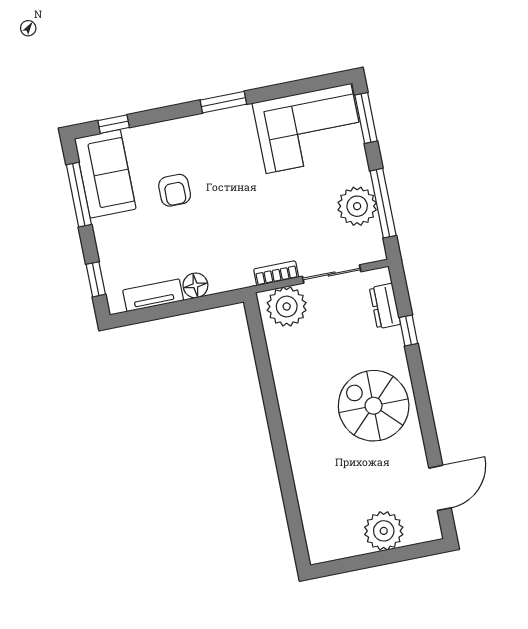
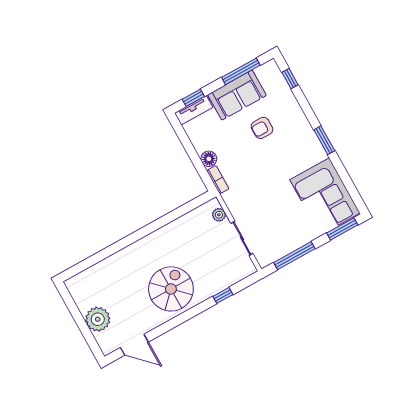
sofa: (105, 174) -> (237, 95), moved
plant: (357, 206) -> (288, 241), removed
bookcase: (276, 273) -> (218, 180), moved
tv unit: (153, 295) -> (194, 110), moved, turned 90
plant: (287, 306) -> (219, 215), width x0.53, depth x0.53
dresser: (385, 306) -> (233, 277), removed

